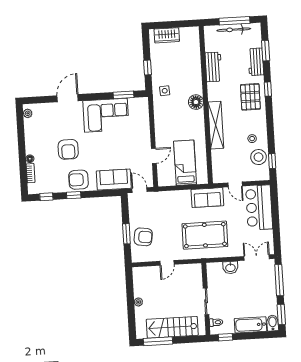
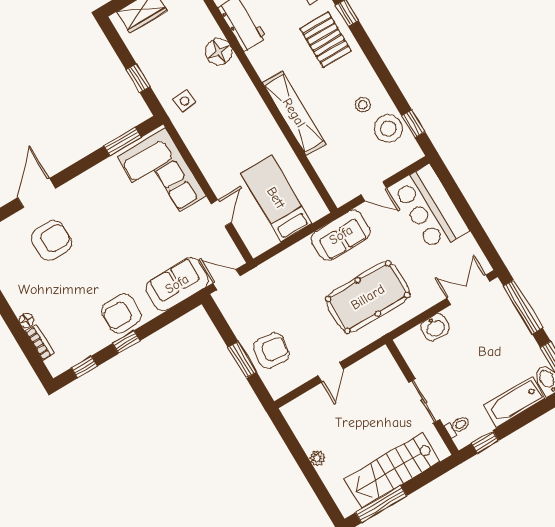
floor lamp: (196, 102) -> (219, 52), moved
corner sofa: (106, 115) -> (161, 176), moved, turned 90
armchair: (68, 149) -> (51, 240), moved, turned -90

